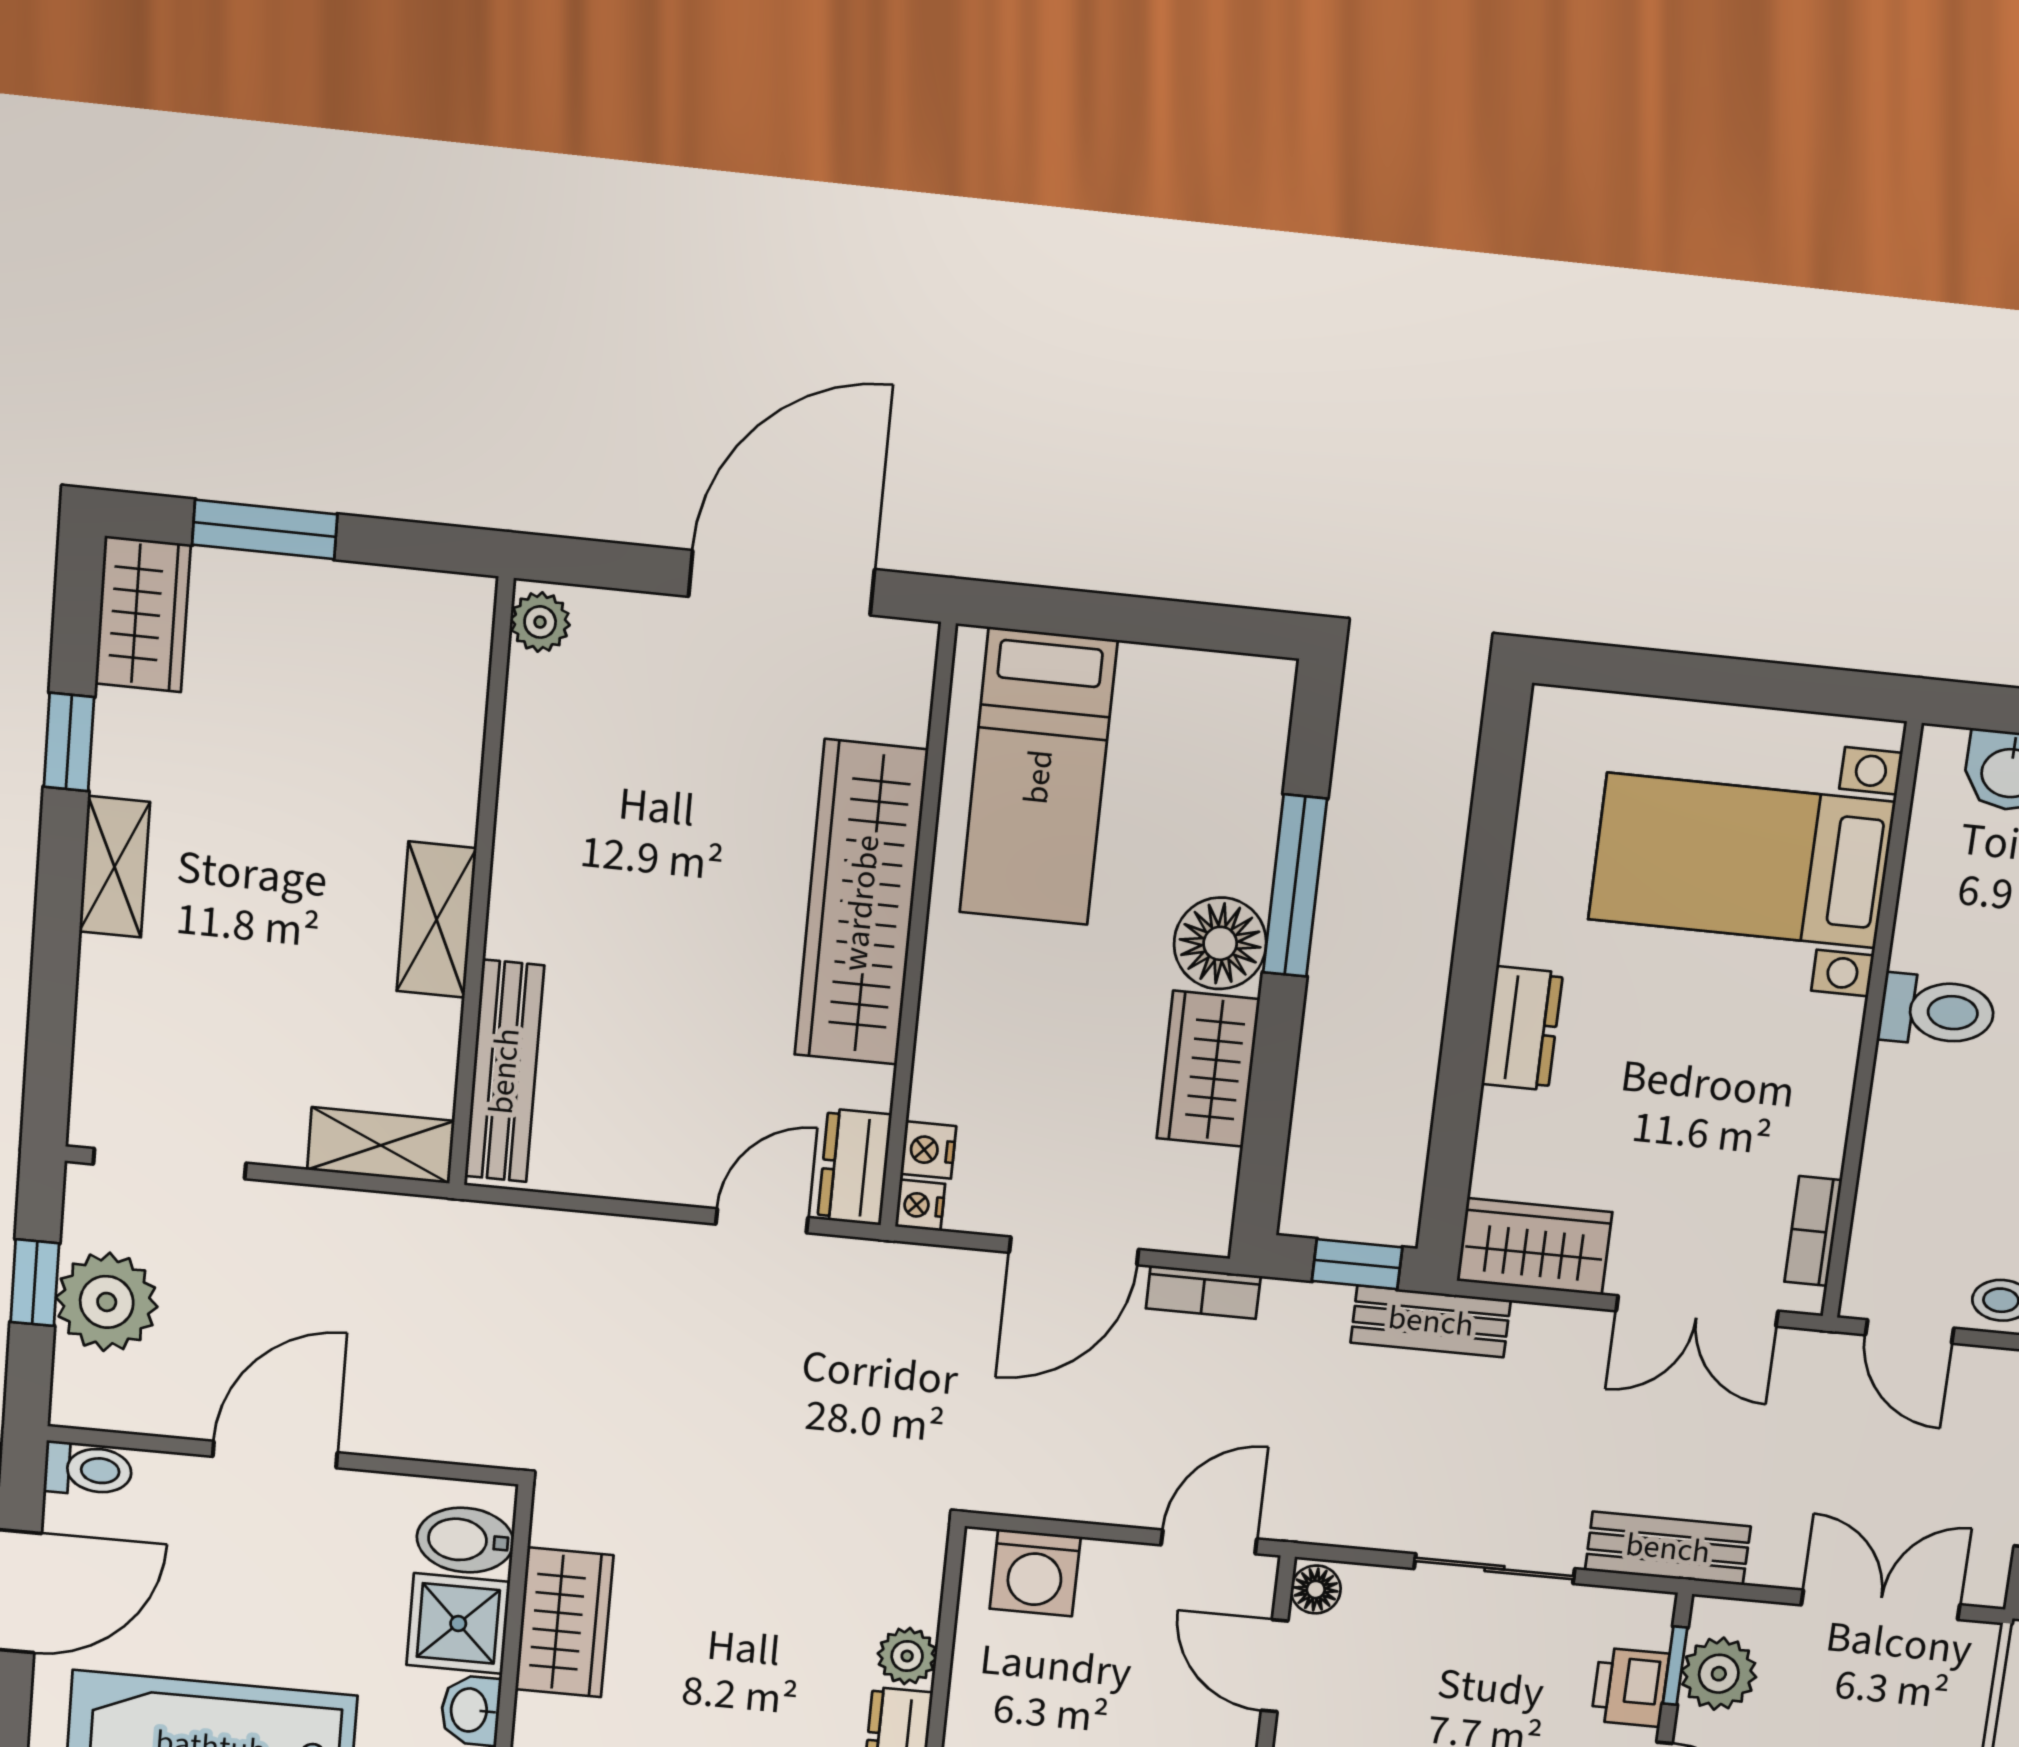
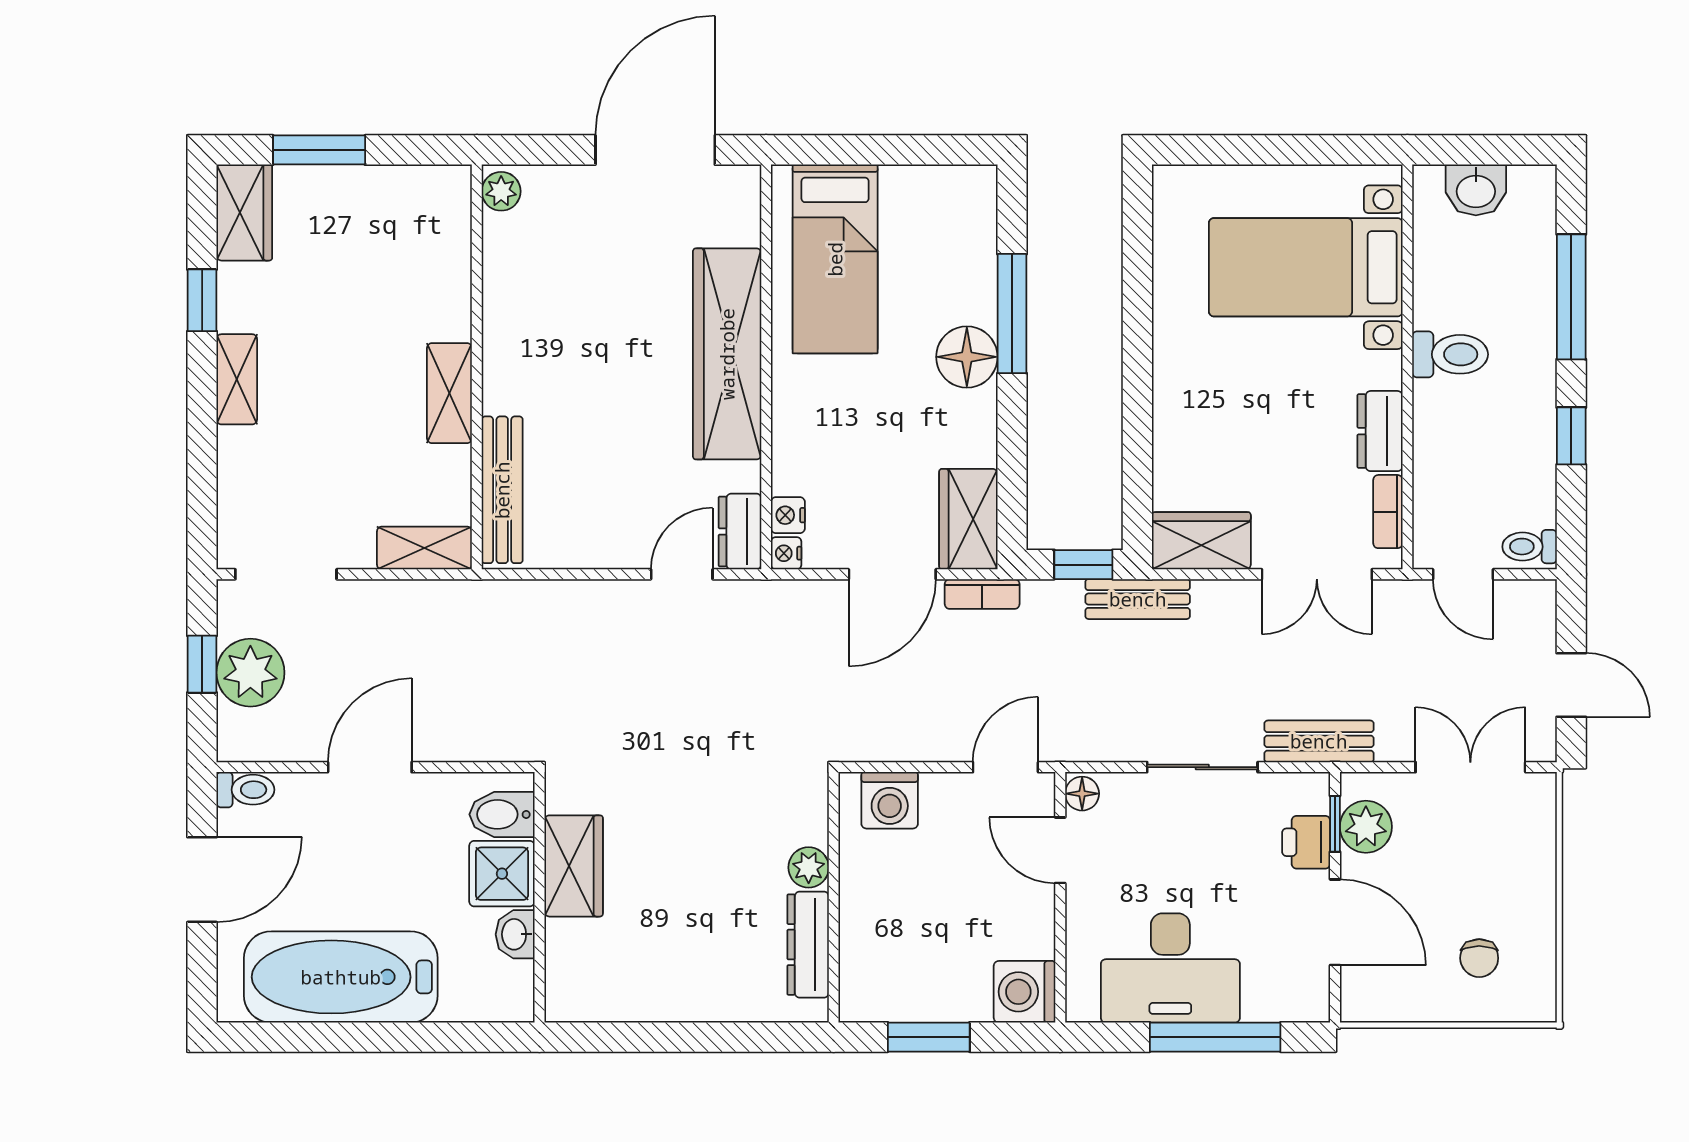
dresser: (1522, 1028) -> (1380, 431), moved, turned 180
wardrobe: (1208, 1069) -> (968, 519), moved

